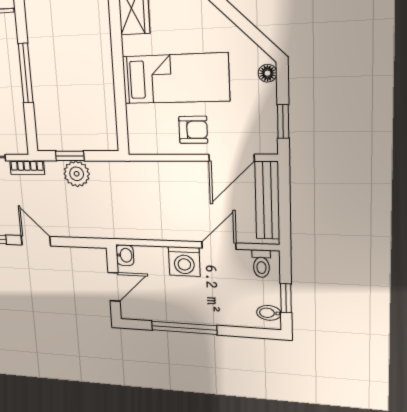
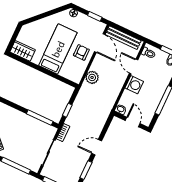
window: (26, 73) -> (40, 118), moved
plant: (77, 174) -> (92, 77), moved

